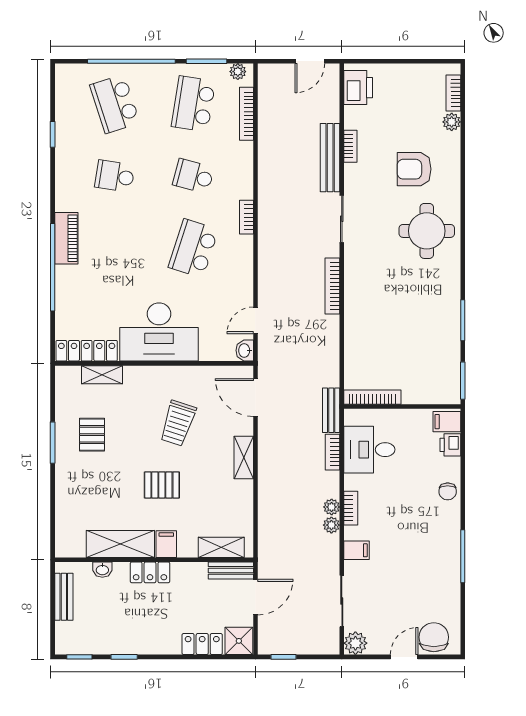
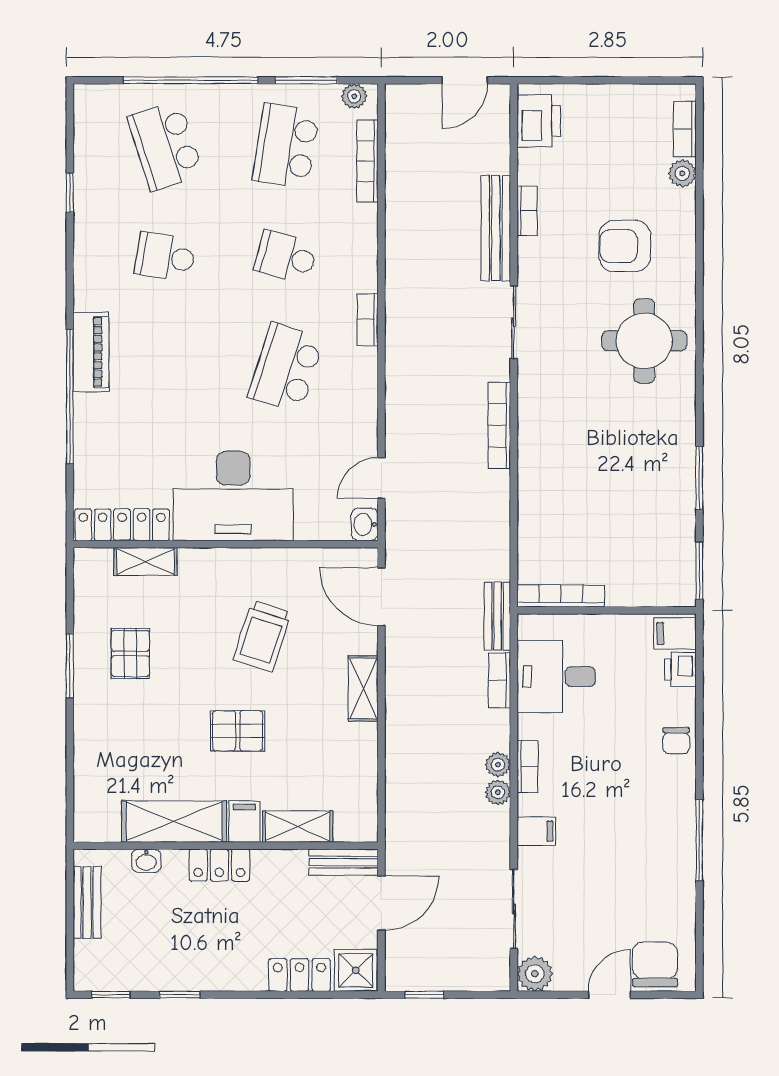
shelving: (221, 547) -> (298, 827), moved

